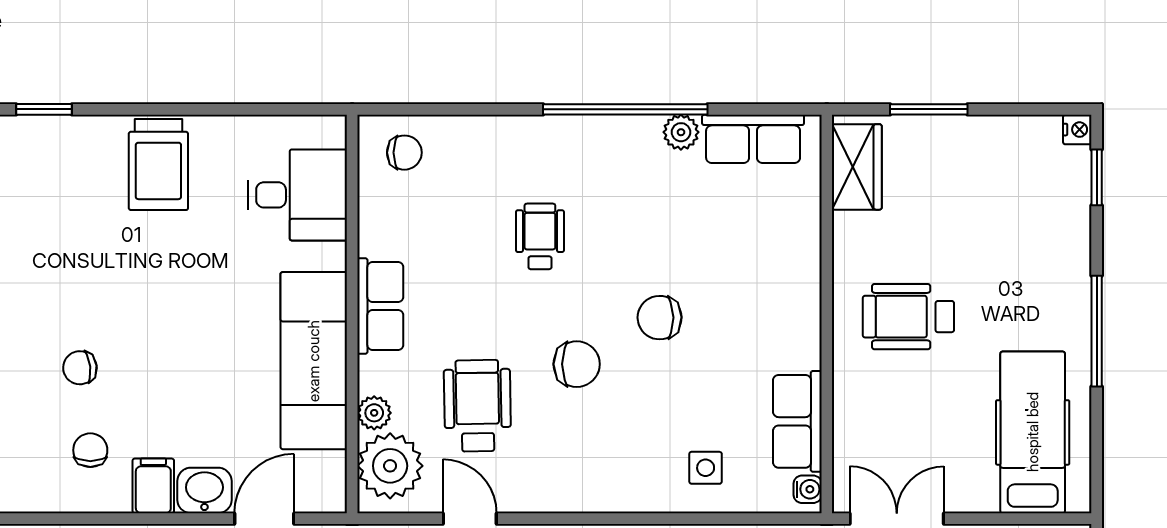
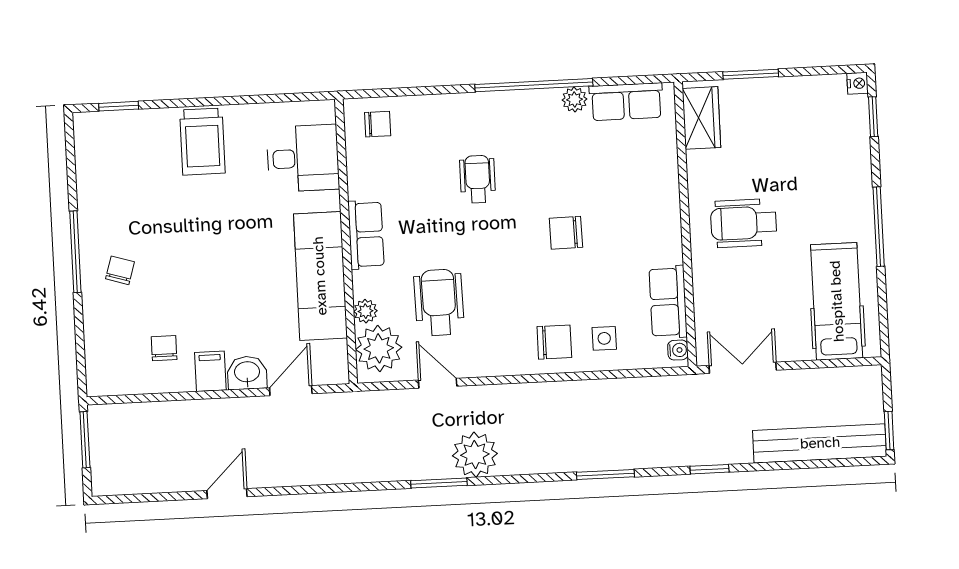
chair: (577, 364) -> (554, 342), moved
chair: (80, 368) -> (120, 270), moved, turned 114

